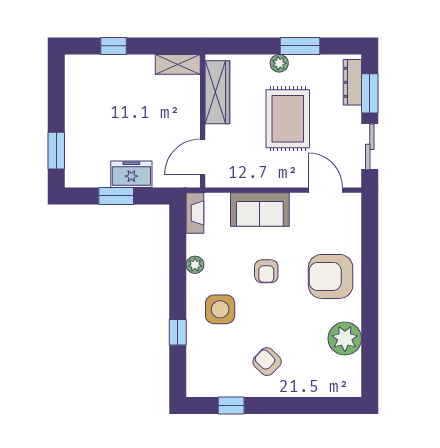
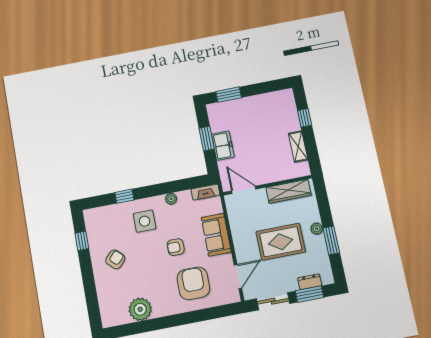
shelving: (178, 64) -> (298, 147), moved
dresser: (352, 82) -> (310, 282), width x0.70
armchair: (331, 276) -> (193, 283), moved

